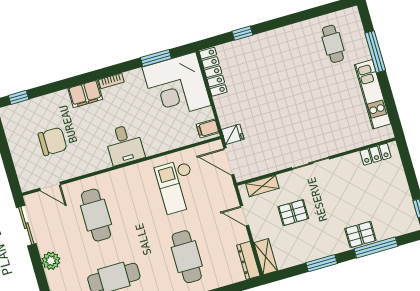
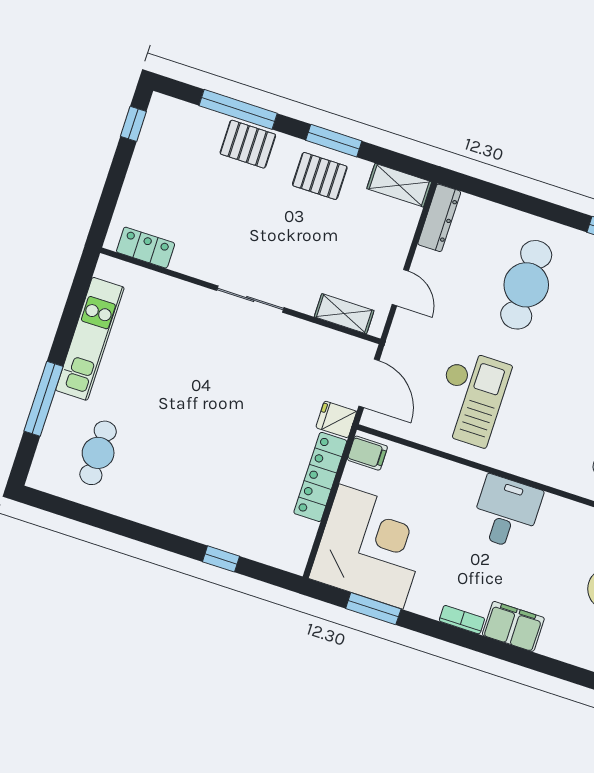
locker: (213, 72) -> (320, 477), moved
pallet: (293, 213) -> (320, 176), moved
shelving: (266, 257) -> (399, 185), moved, turned 90

